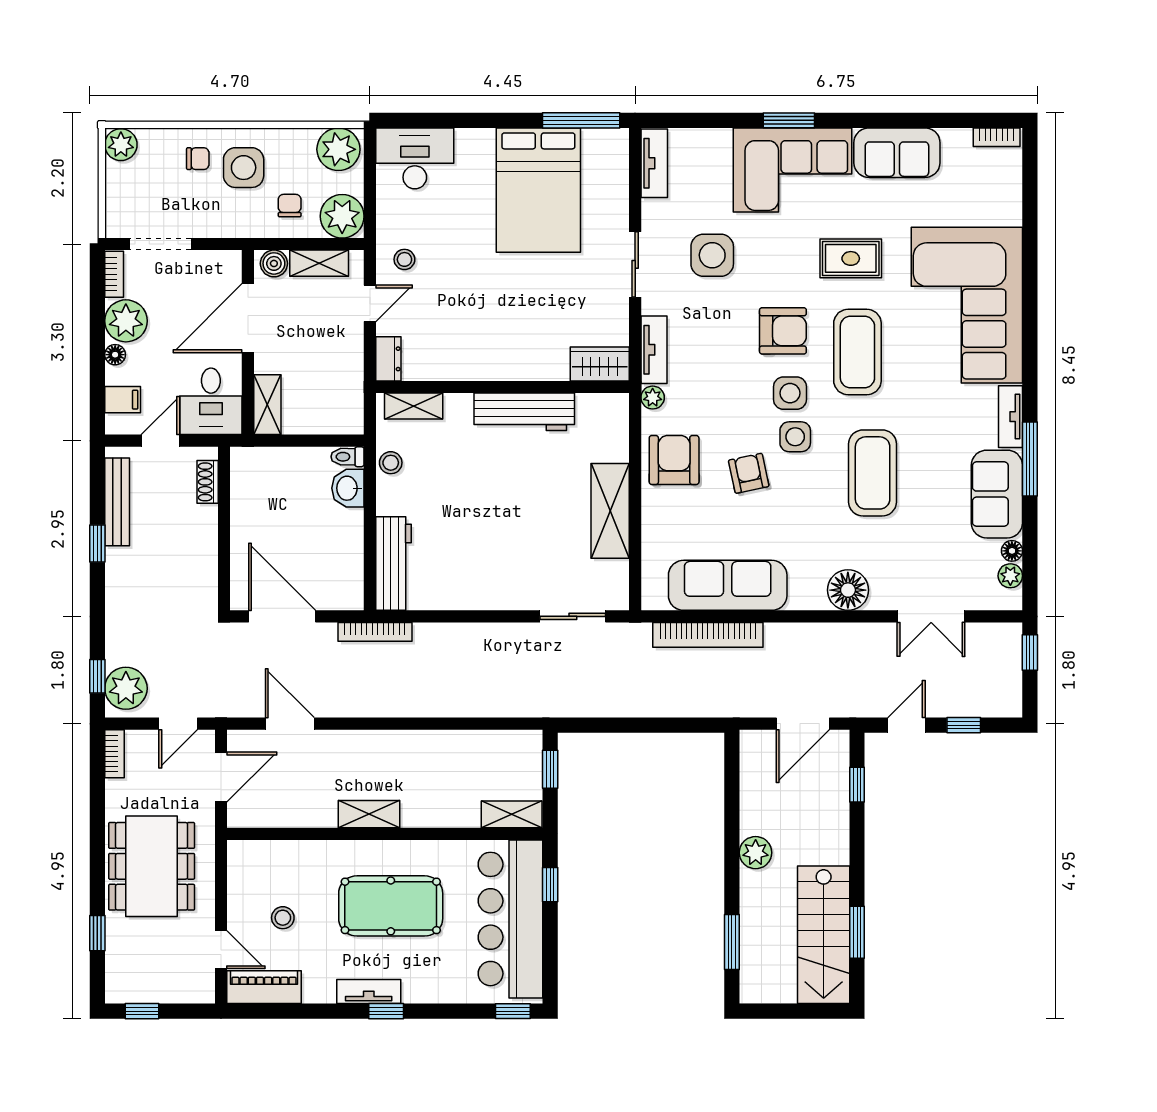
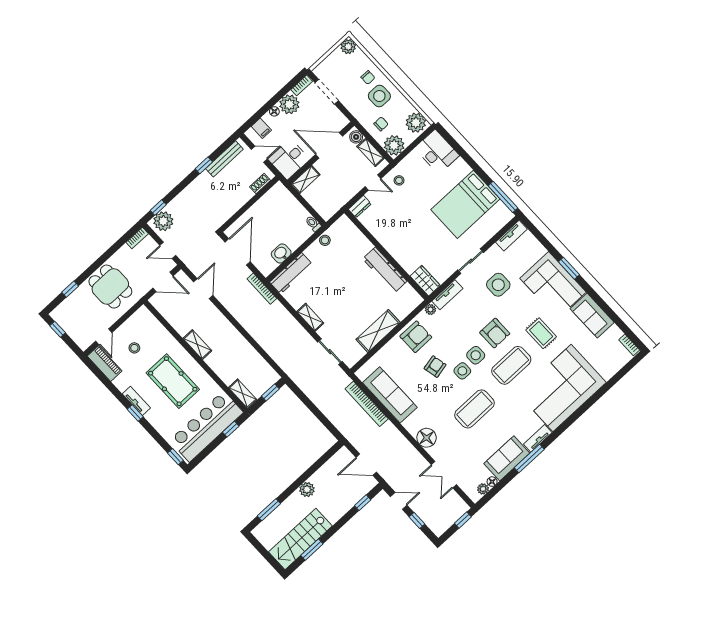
shelving: (414, 406) -> (310, 317), moved
washbasin: (348, 488) -> (281, 253), moved
dining table: (152, 866) -> (110, 287), width x0.73

